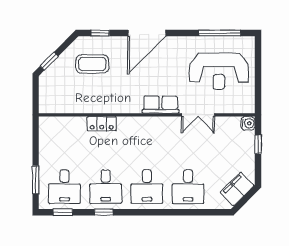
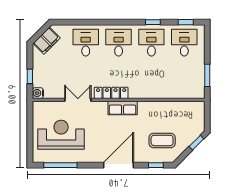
row of seats: (161, 105) -> (123, 108), moved
locker: (102, 124) -> (111, 93), moved, width x1.53
window: (36, 180) -> (207, 75), moved

